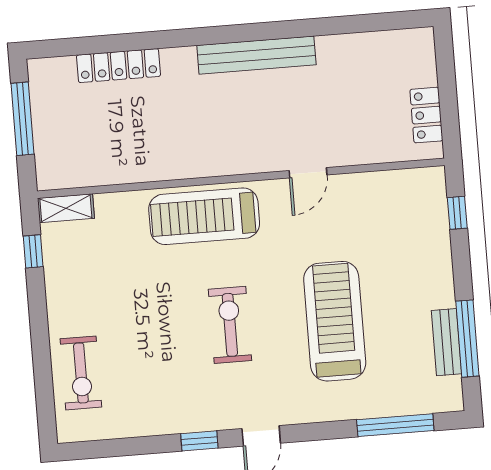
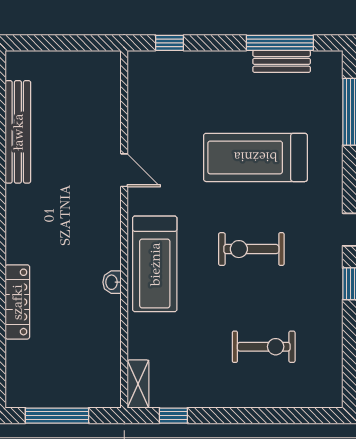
bench: (256, 55) -> (18, 132), moved
locker: (119, 66) -> (17, 302), moved
locker: (426, 115) -> (82, 63), removed
washbasin: (179, 169) -> (112, 282), added
exercise bike: (81, 373) -> (264, 347), moved

